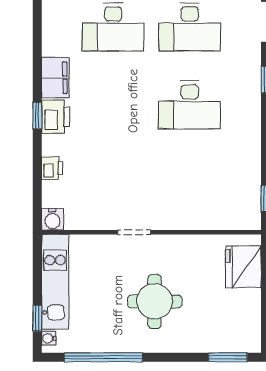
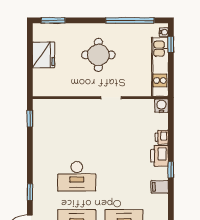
filing cabinet: (55, 78) -> (160, 187), width x0.50
desk: (190, 105) -> (77, 176), turned 180
printer: (56, 117) -> (159, 156), moved
fridge: (243, 267) -> (44, 55), moved

